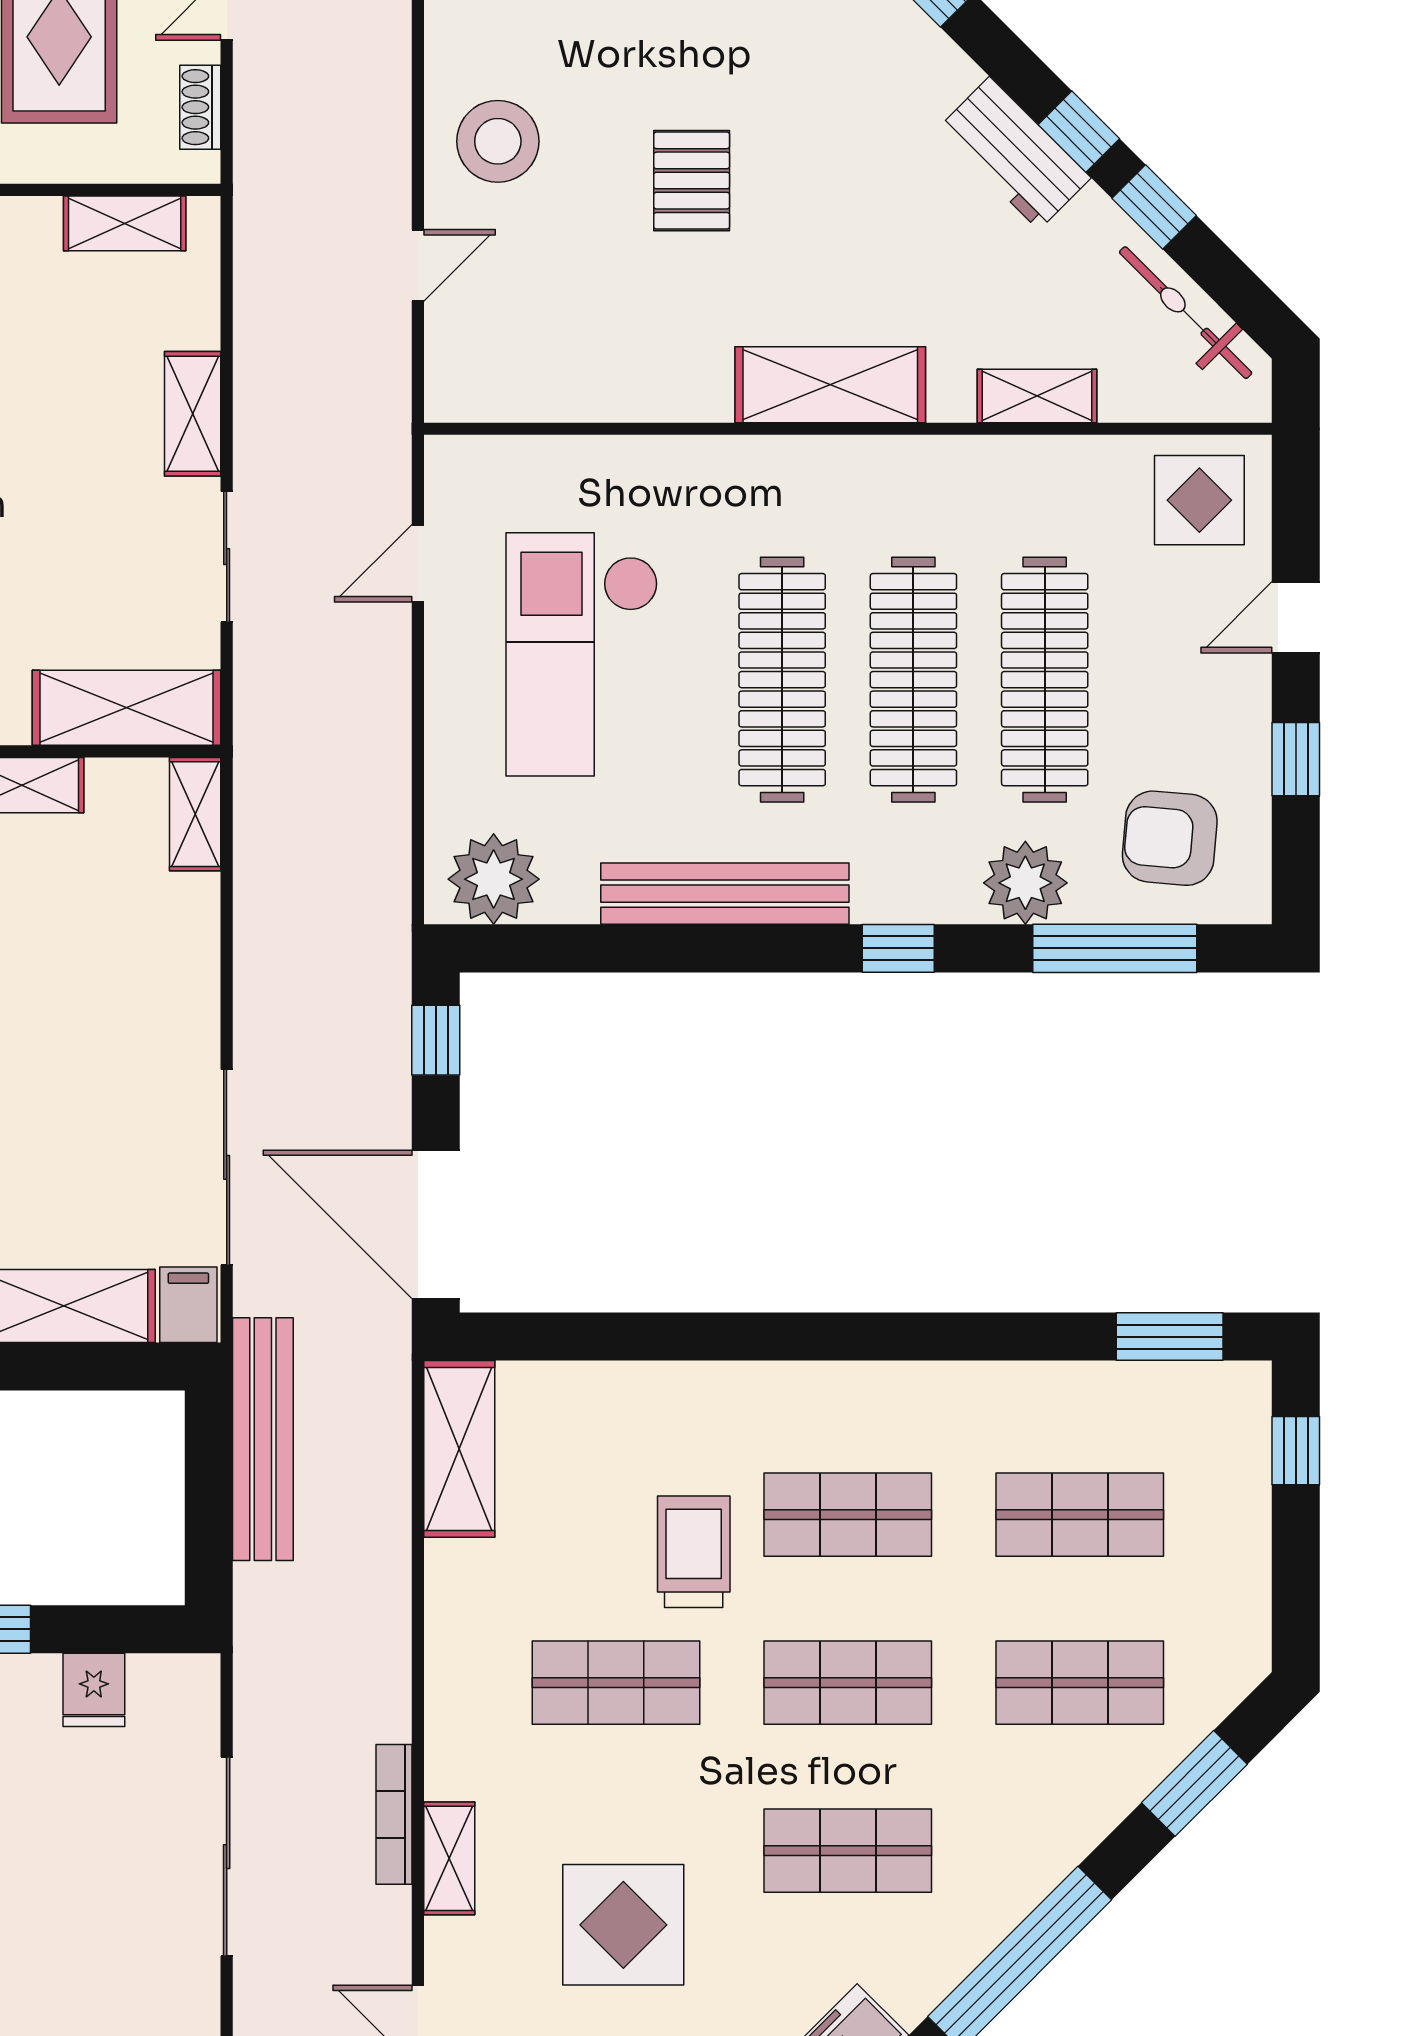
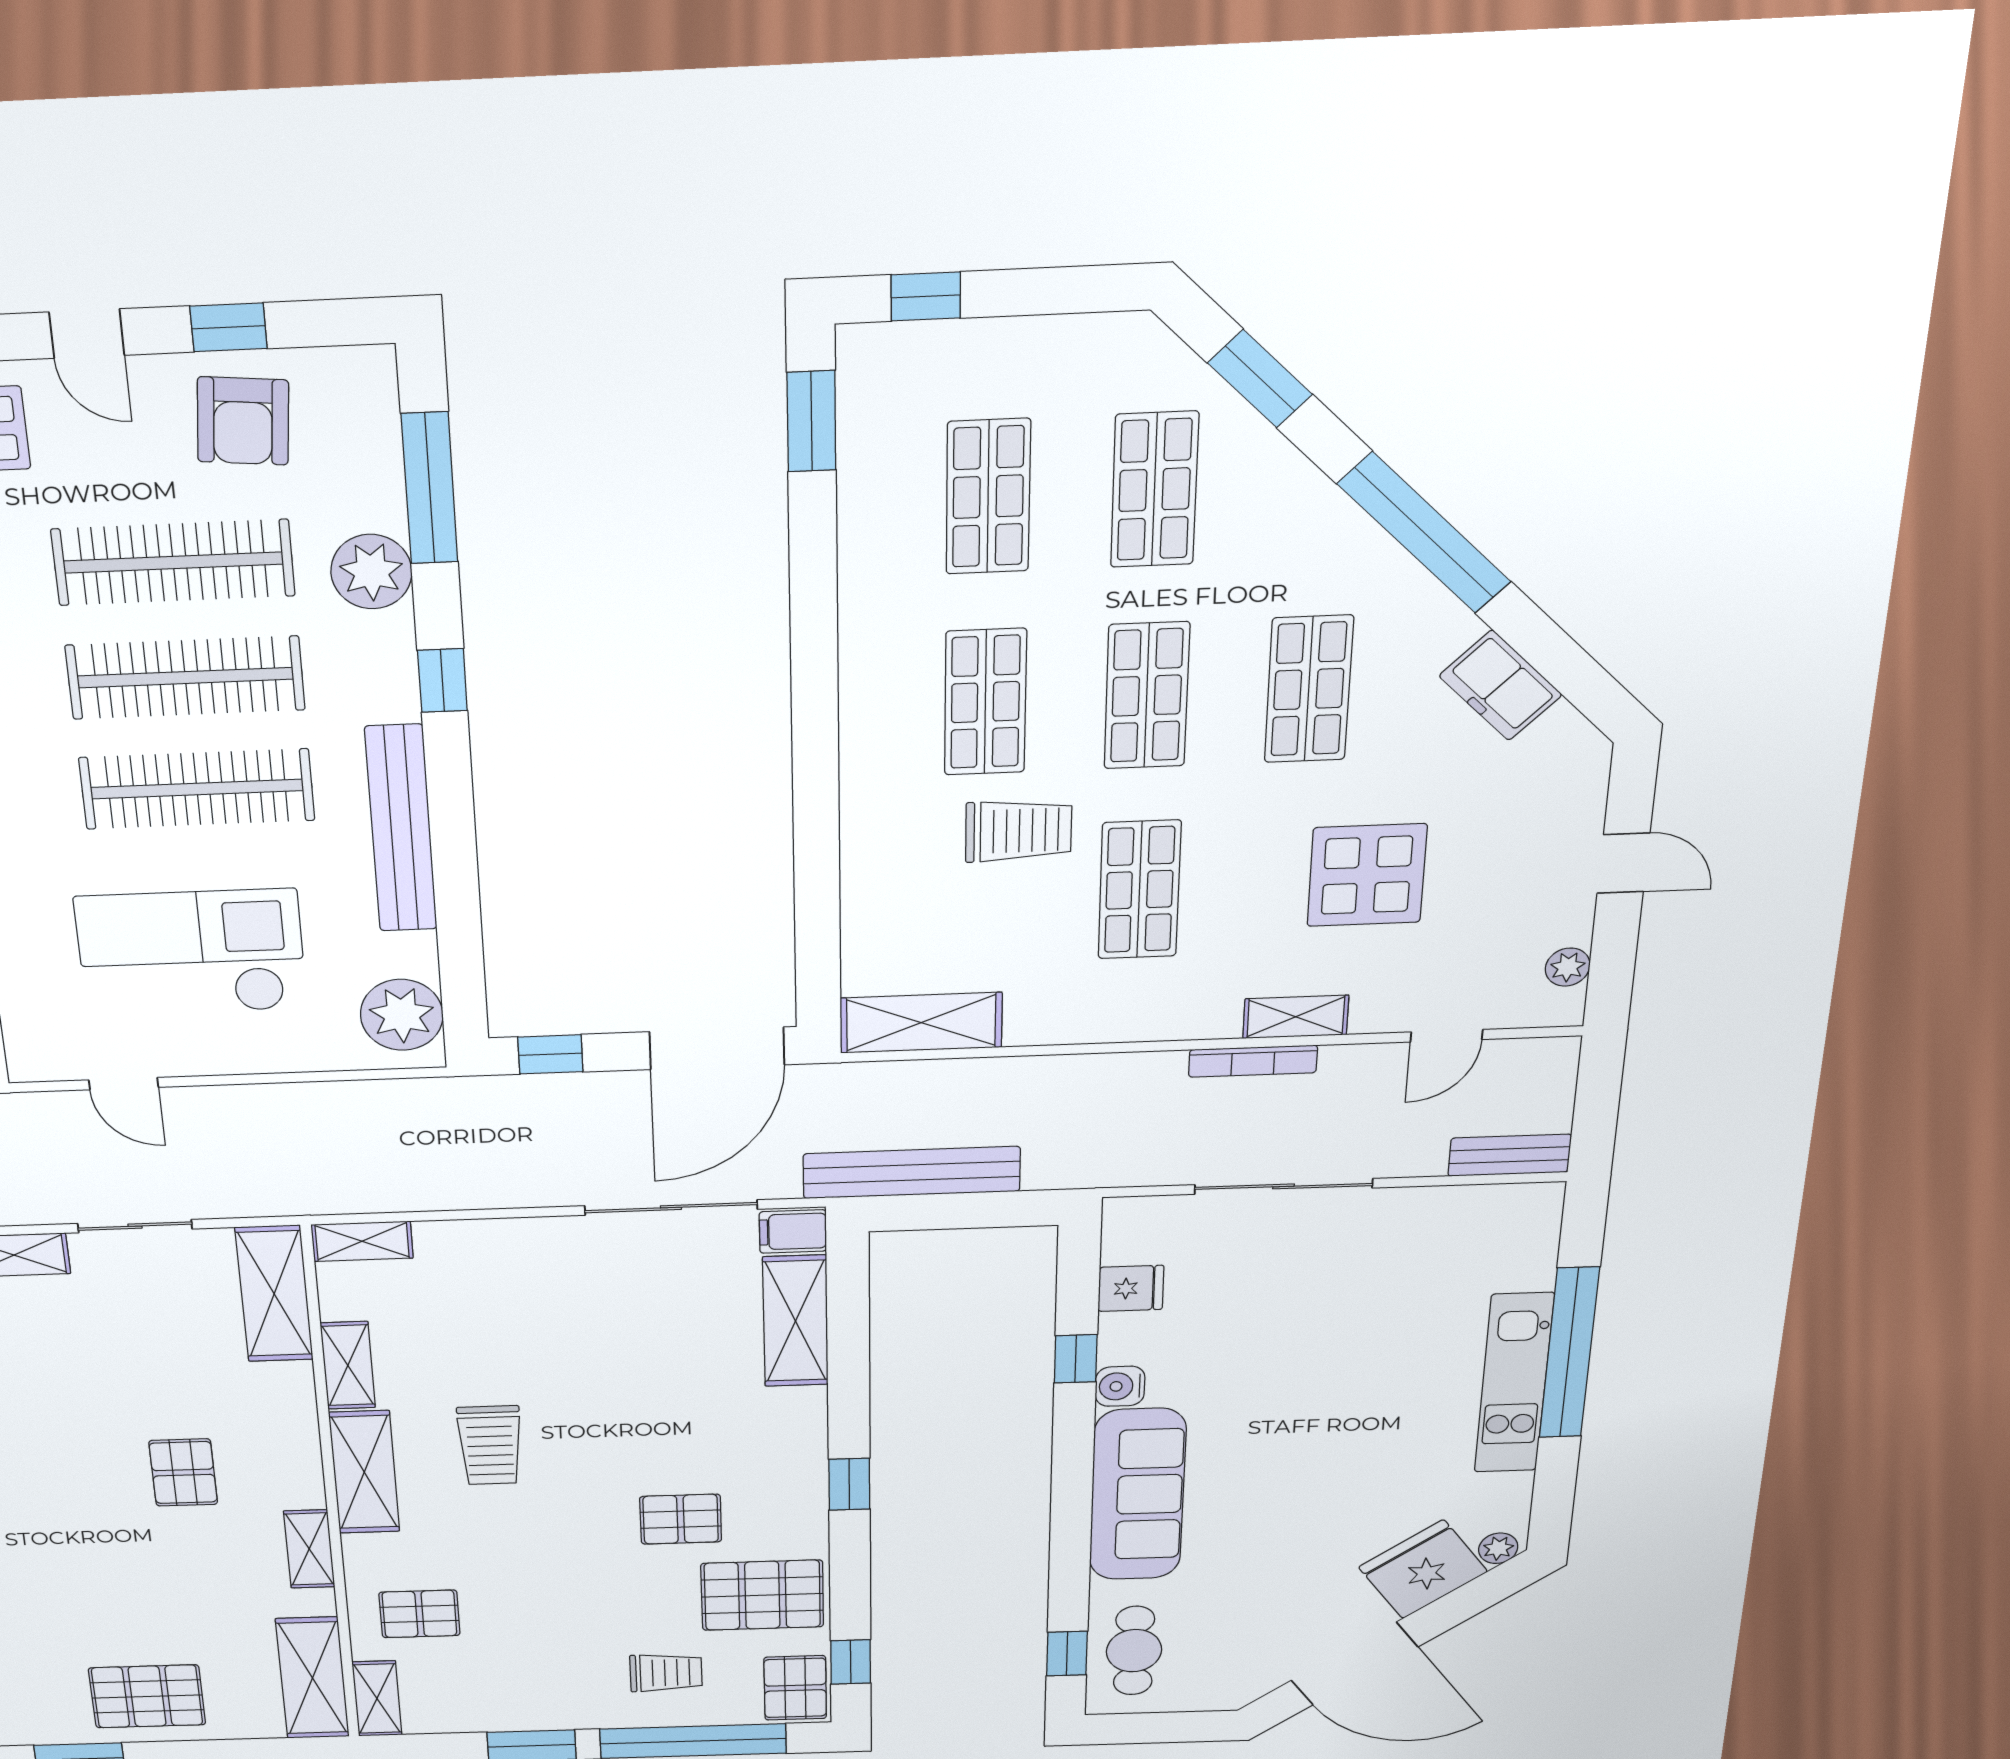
checkout: (582, 654) -> (191, 953), turned 180
armchair: (1170, 838) -> (243, 421), moved
trolley: (694, 1552) -> (1018, 831), turned 180

